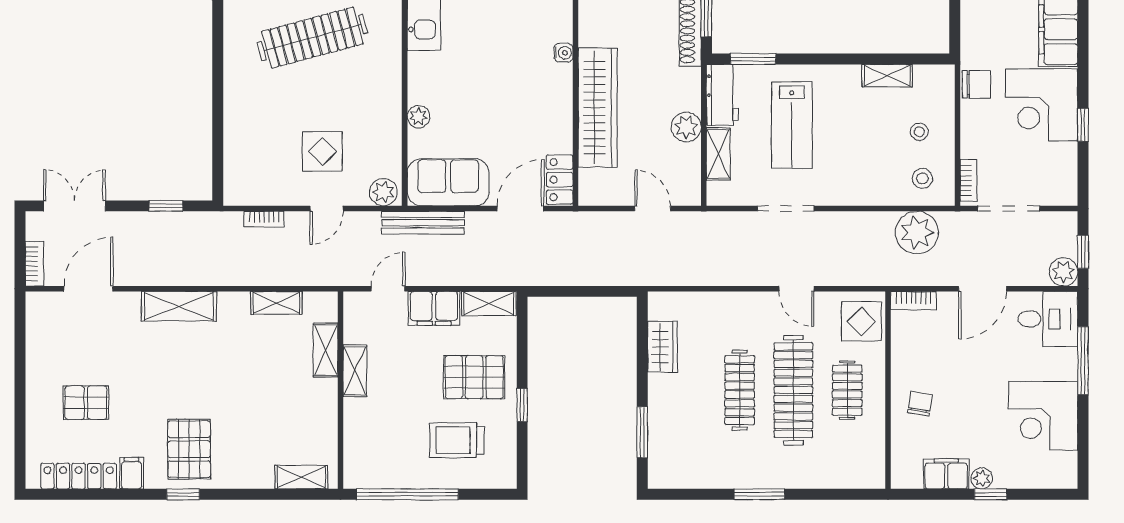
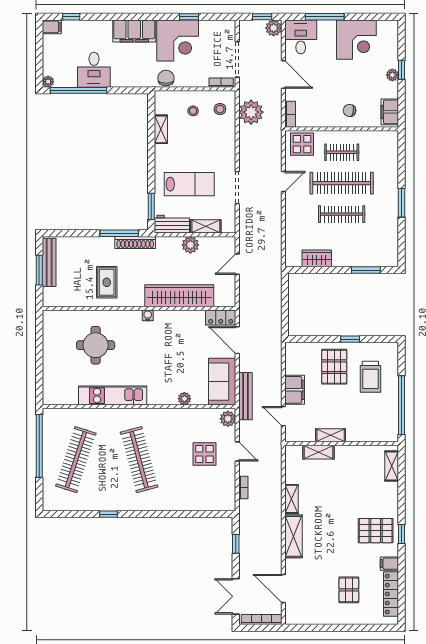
bookcase: (34, 263) -> (262, 619), width x1.56
shelving: (276, 303) -> (291, 499), moved
shelving: (489, 304) -> (292, 358), removed
filing cabinet: (946, 474) -> (390, 112), moved

